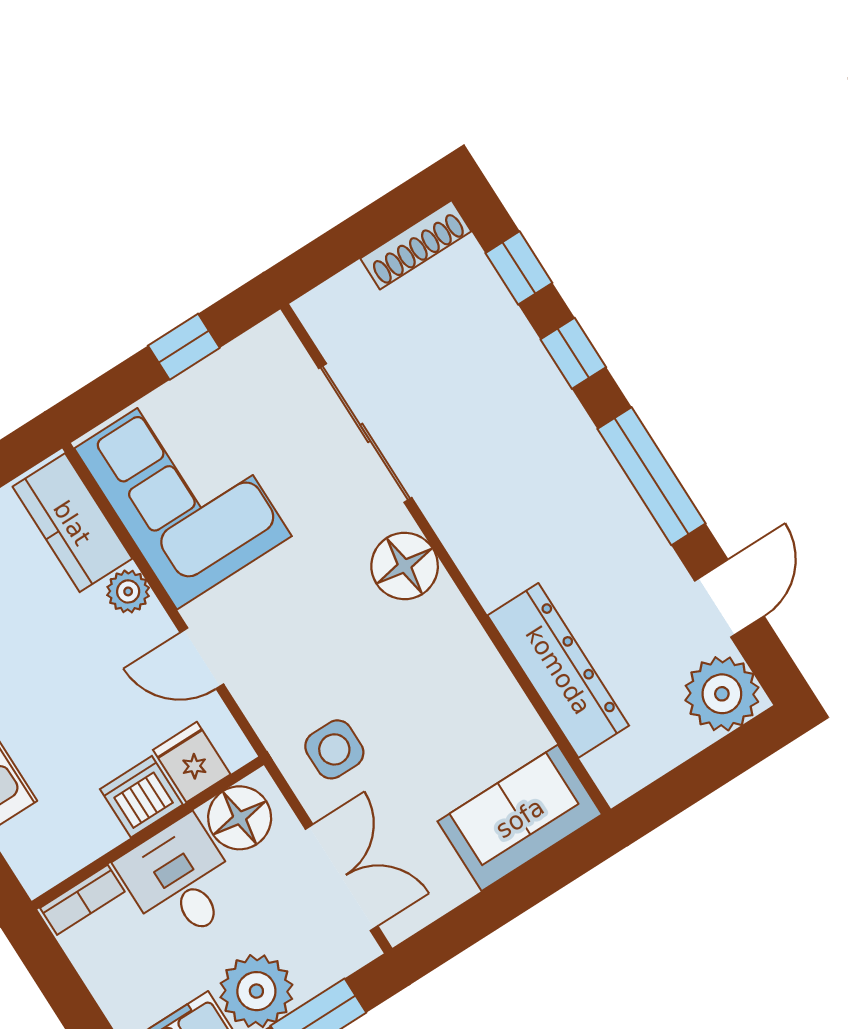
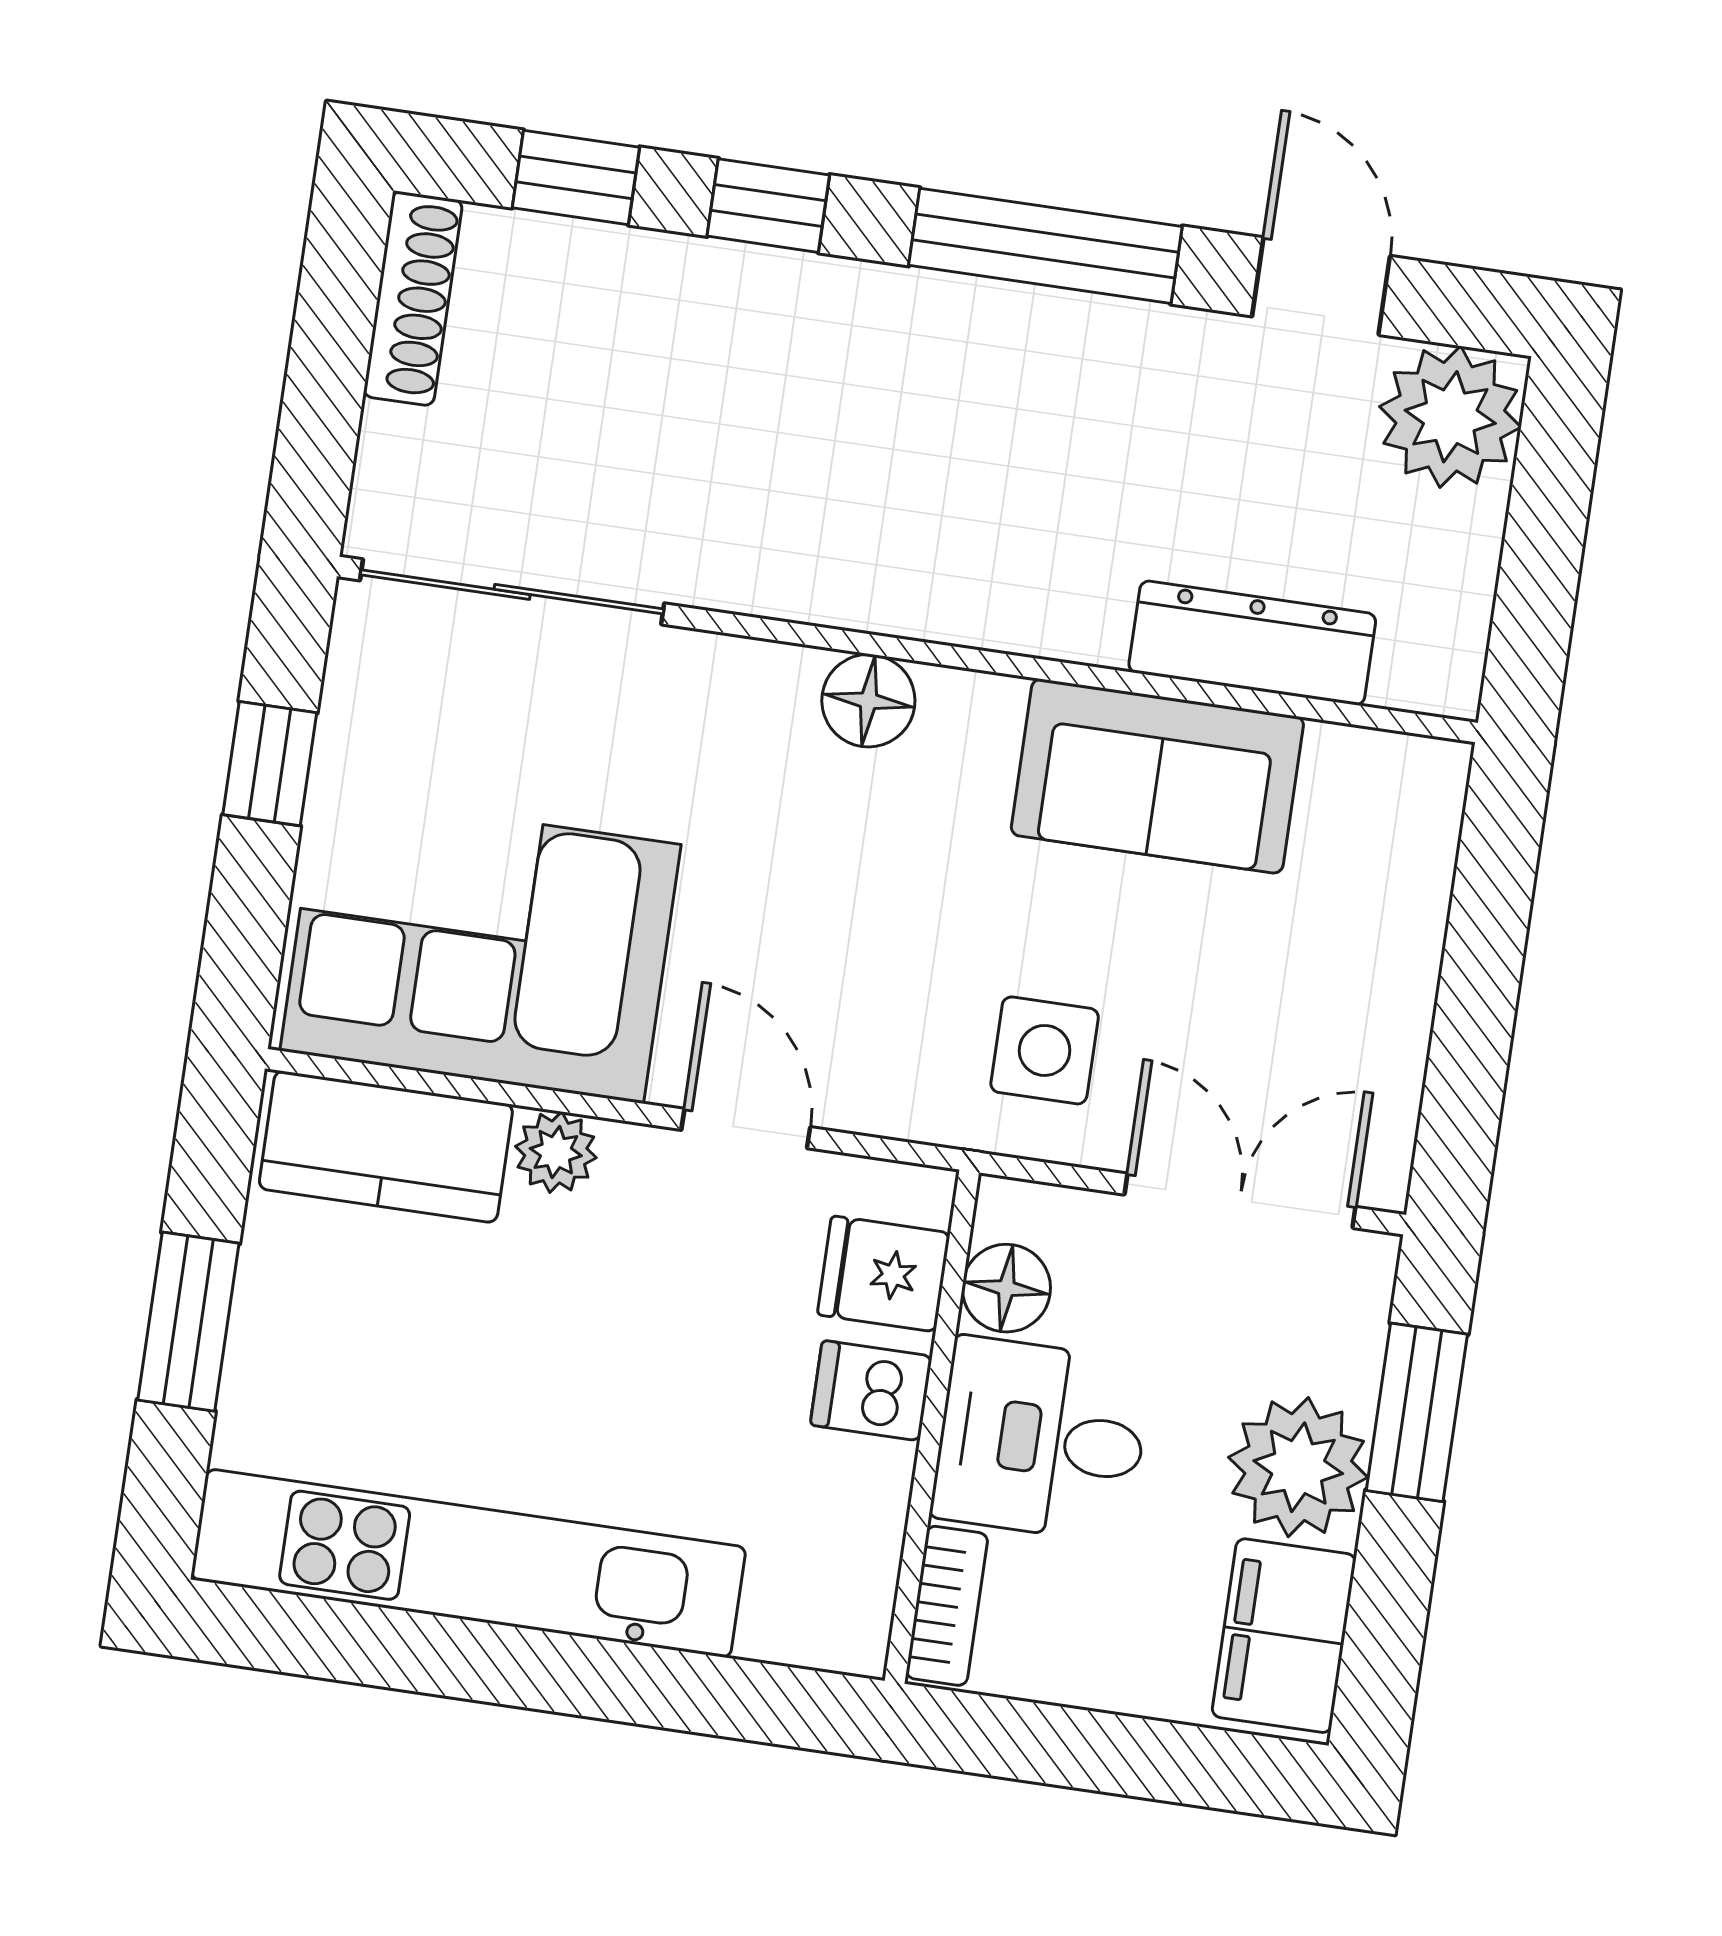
sliding door: (365, 433) -> (512, 592), moved
floor lamp: (405, 566) -> (868, 701), width x0.73, depth x0.73
door: (202, 658) -> (746, 1129), swing flipped
dresser: (558, 670) -> (1252, 643), width x0.73, depth x0.80
dishwasher: (141, 797) -> (871, 1391), width x0.73
floor lamp: (240, 818) -> (1006, 1288), width x0.73, depth x0.73
sofa: (520, 818) -> (1157, 776), moved, turned -90

